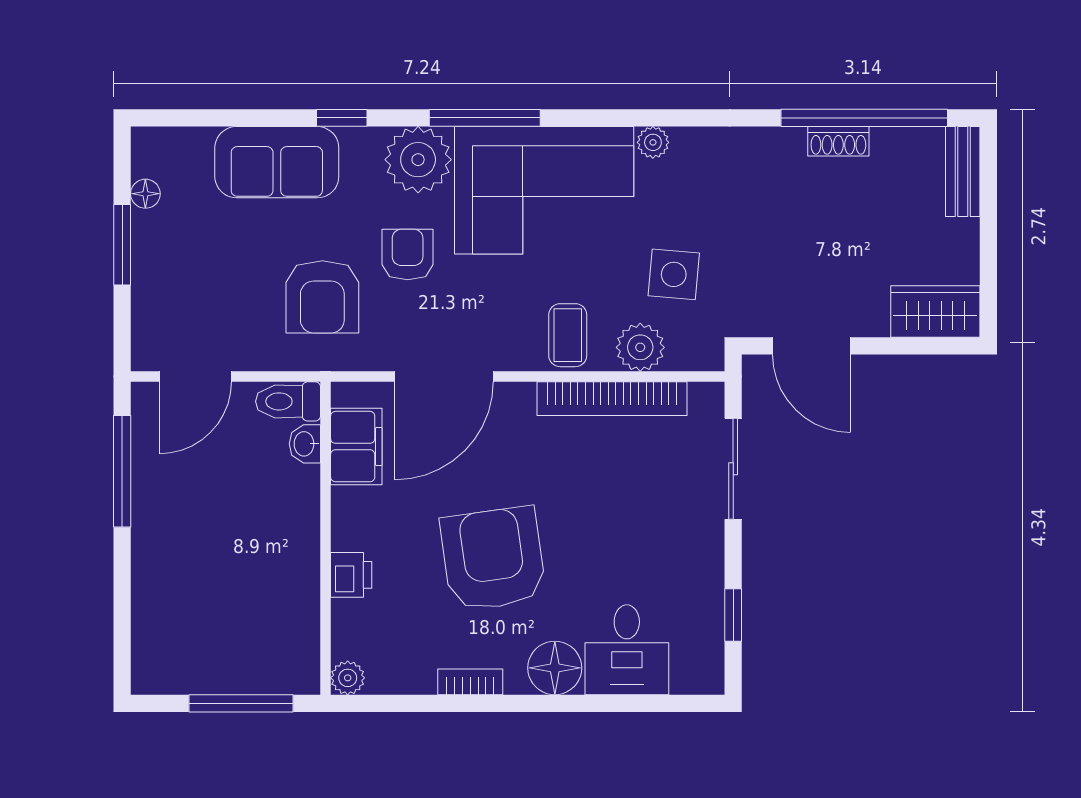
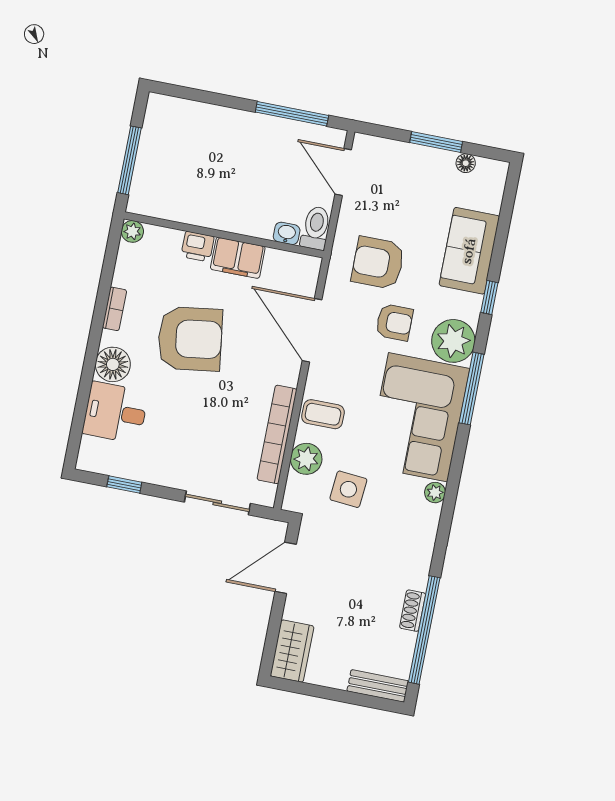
filing cabinet: (356, 447) -> (238, 258), moved

